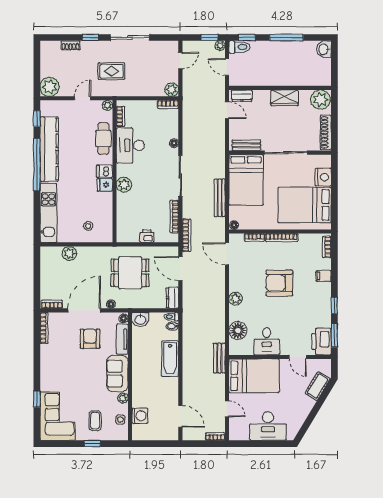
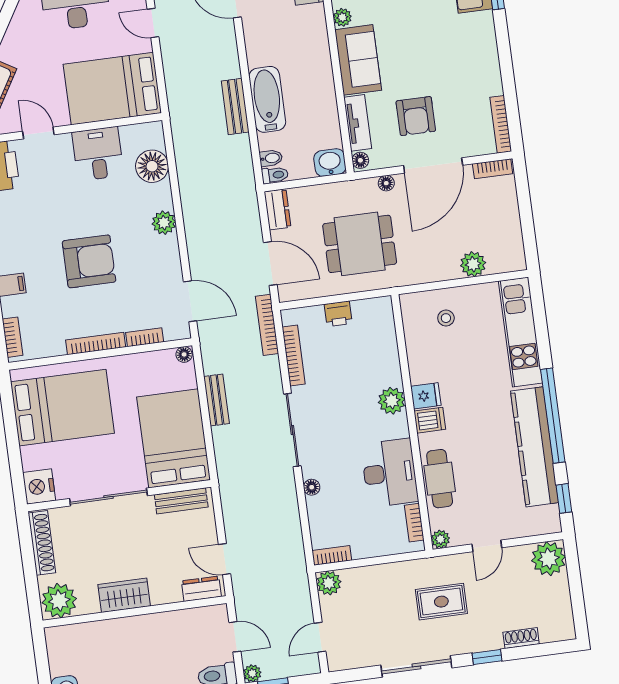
nightstand: (323, 177) -> (39, 487), moved
bench: (220, 198) -> (216, 400), width x0.73
bench: (219, 358) -> (235, 106), moved

